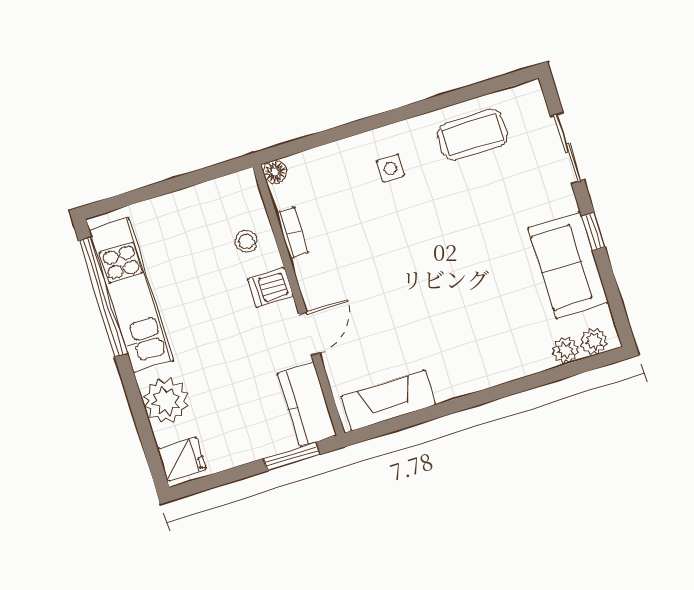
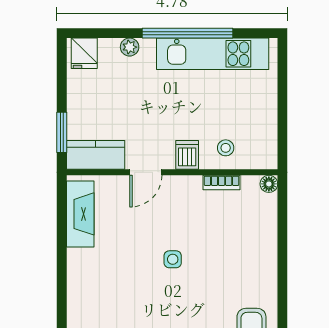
side table: (390, 168) -> (173, 259), moved
window: (103, 297) -> (187, 33), moved
door: (309, 333) -> (146, 172), hinge flipped
plant: (166, 401) -> (130, 47), width x0.53, depth x0.53

